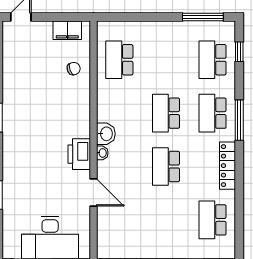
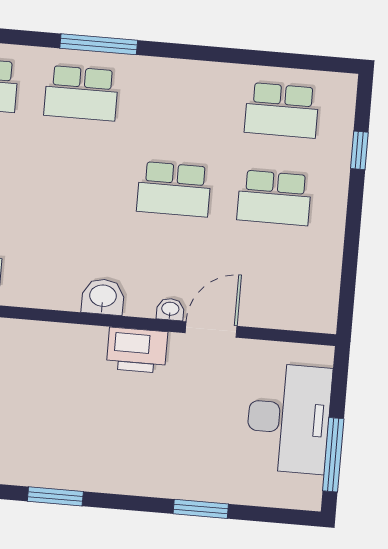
school desk: (166, 113) -> (274, 198), moved
washbasin: (102, 153) -> (170, 309), moved
locker: (227, 166) -> (182, 74), removed

